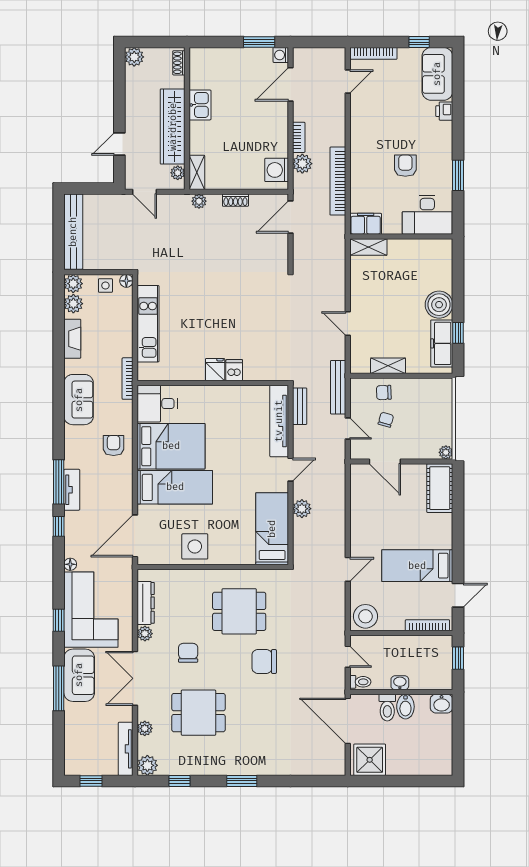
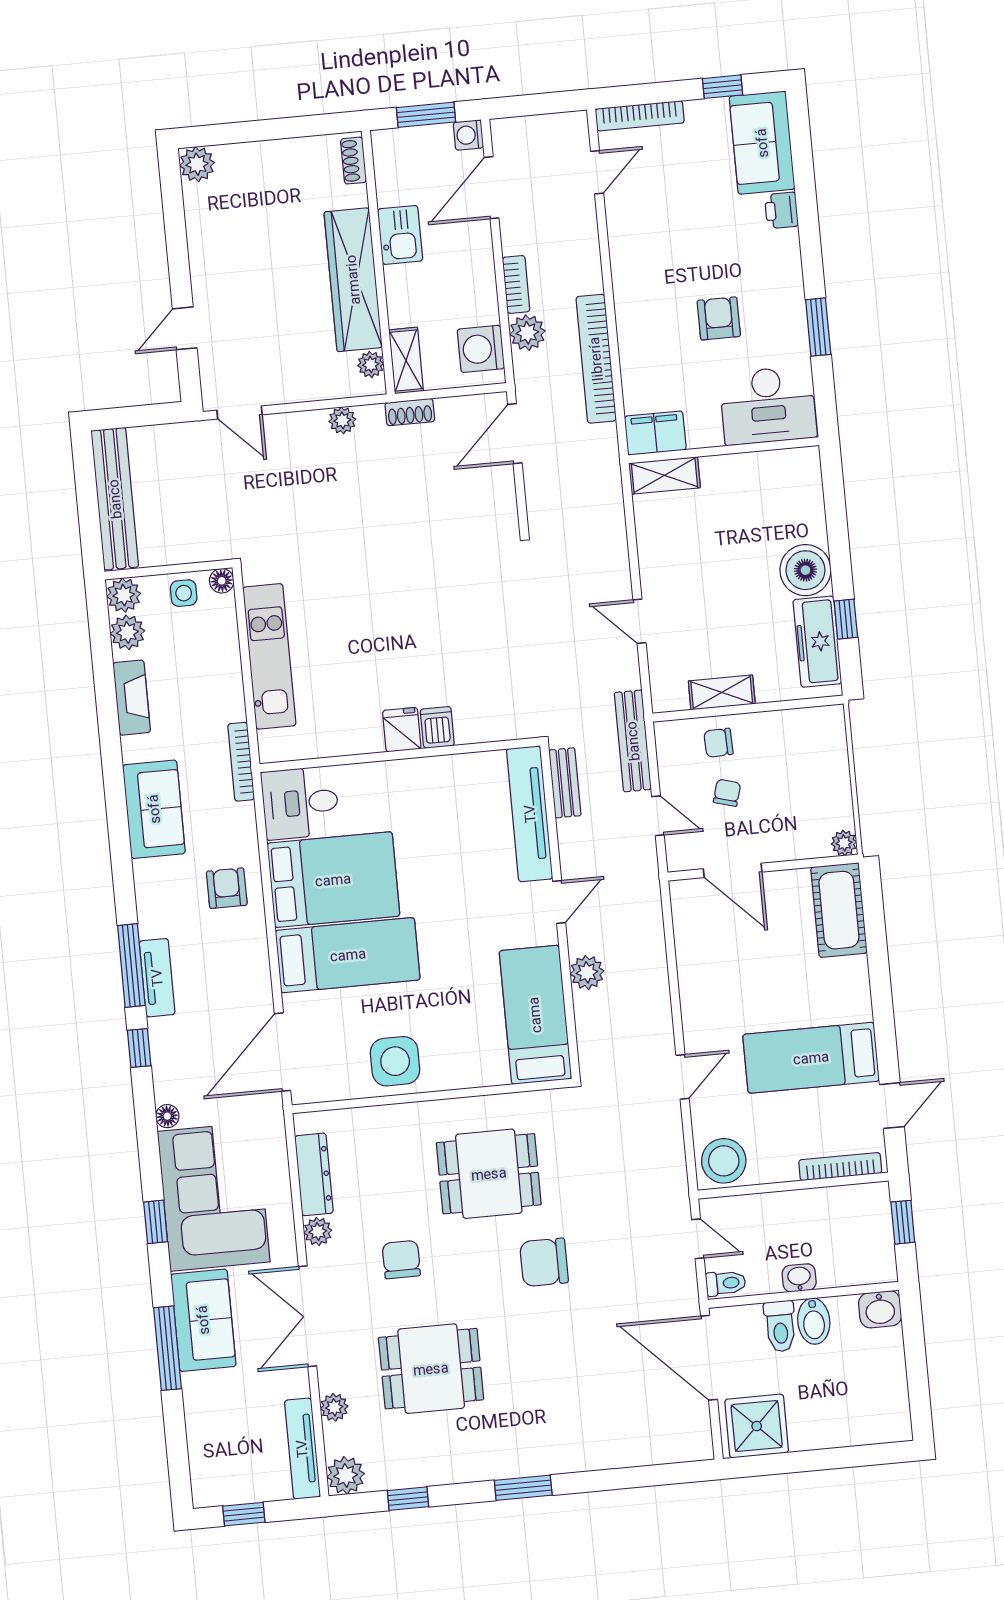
shoe rack: (179, 63) -> (354, 161), moved
kitchen sink: (200, 105) -> (400, 235), moved
wall: (187, 118) -> (378, 262), moved
wardrobe: (173, 127) -> (353, 280), moved
shelving: (197, 172) -> (406, 360), moved
plant: (178, 173) -> (371, 365), moved

